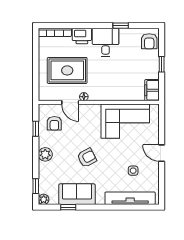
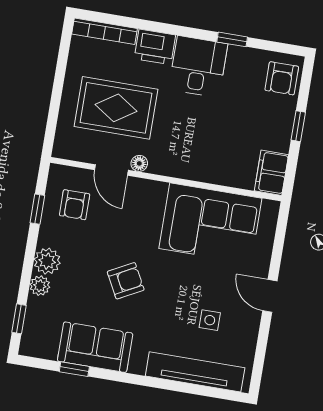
plant: (44, 199) -> (40, 286), moved

